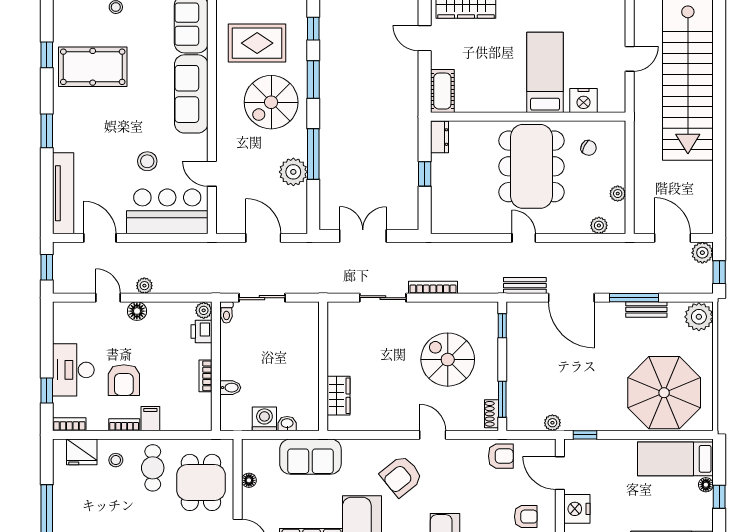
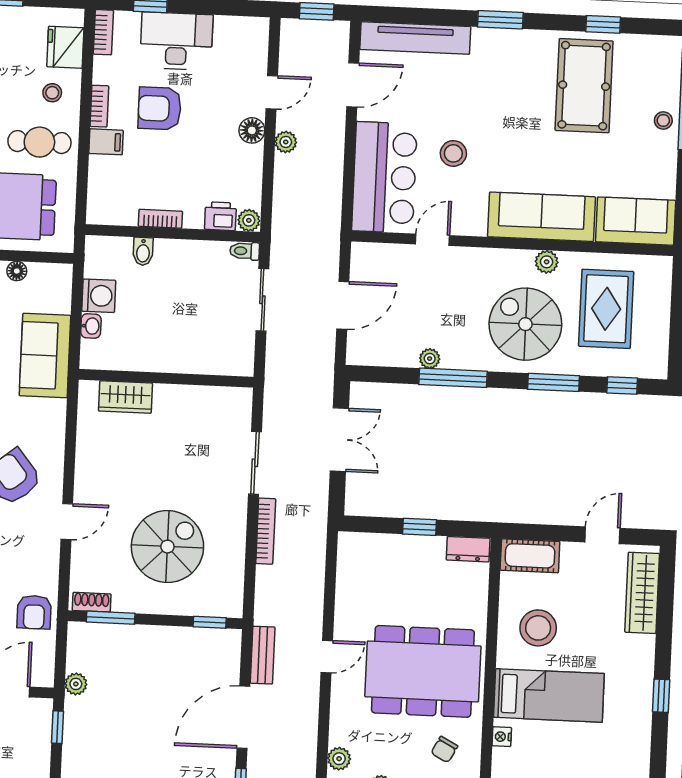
stool: (495, 83) -> (538, 628), added
plant: (224, 89) -> (547, 262), added
nightstand: (584, 100) -> (502, 737), width x0.53, depth x0.56
plant: (293, 172) -> (430, 359), width x0.53, depth x0.53

